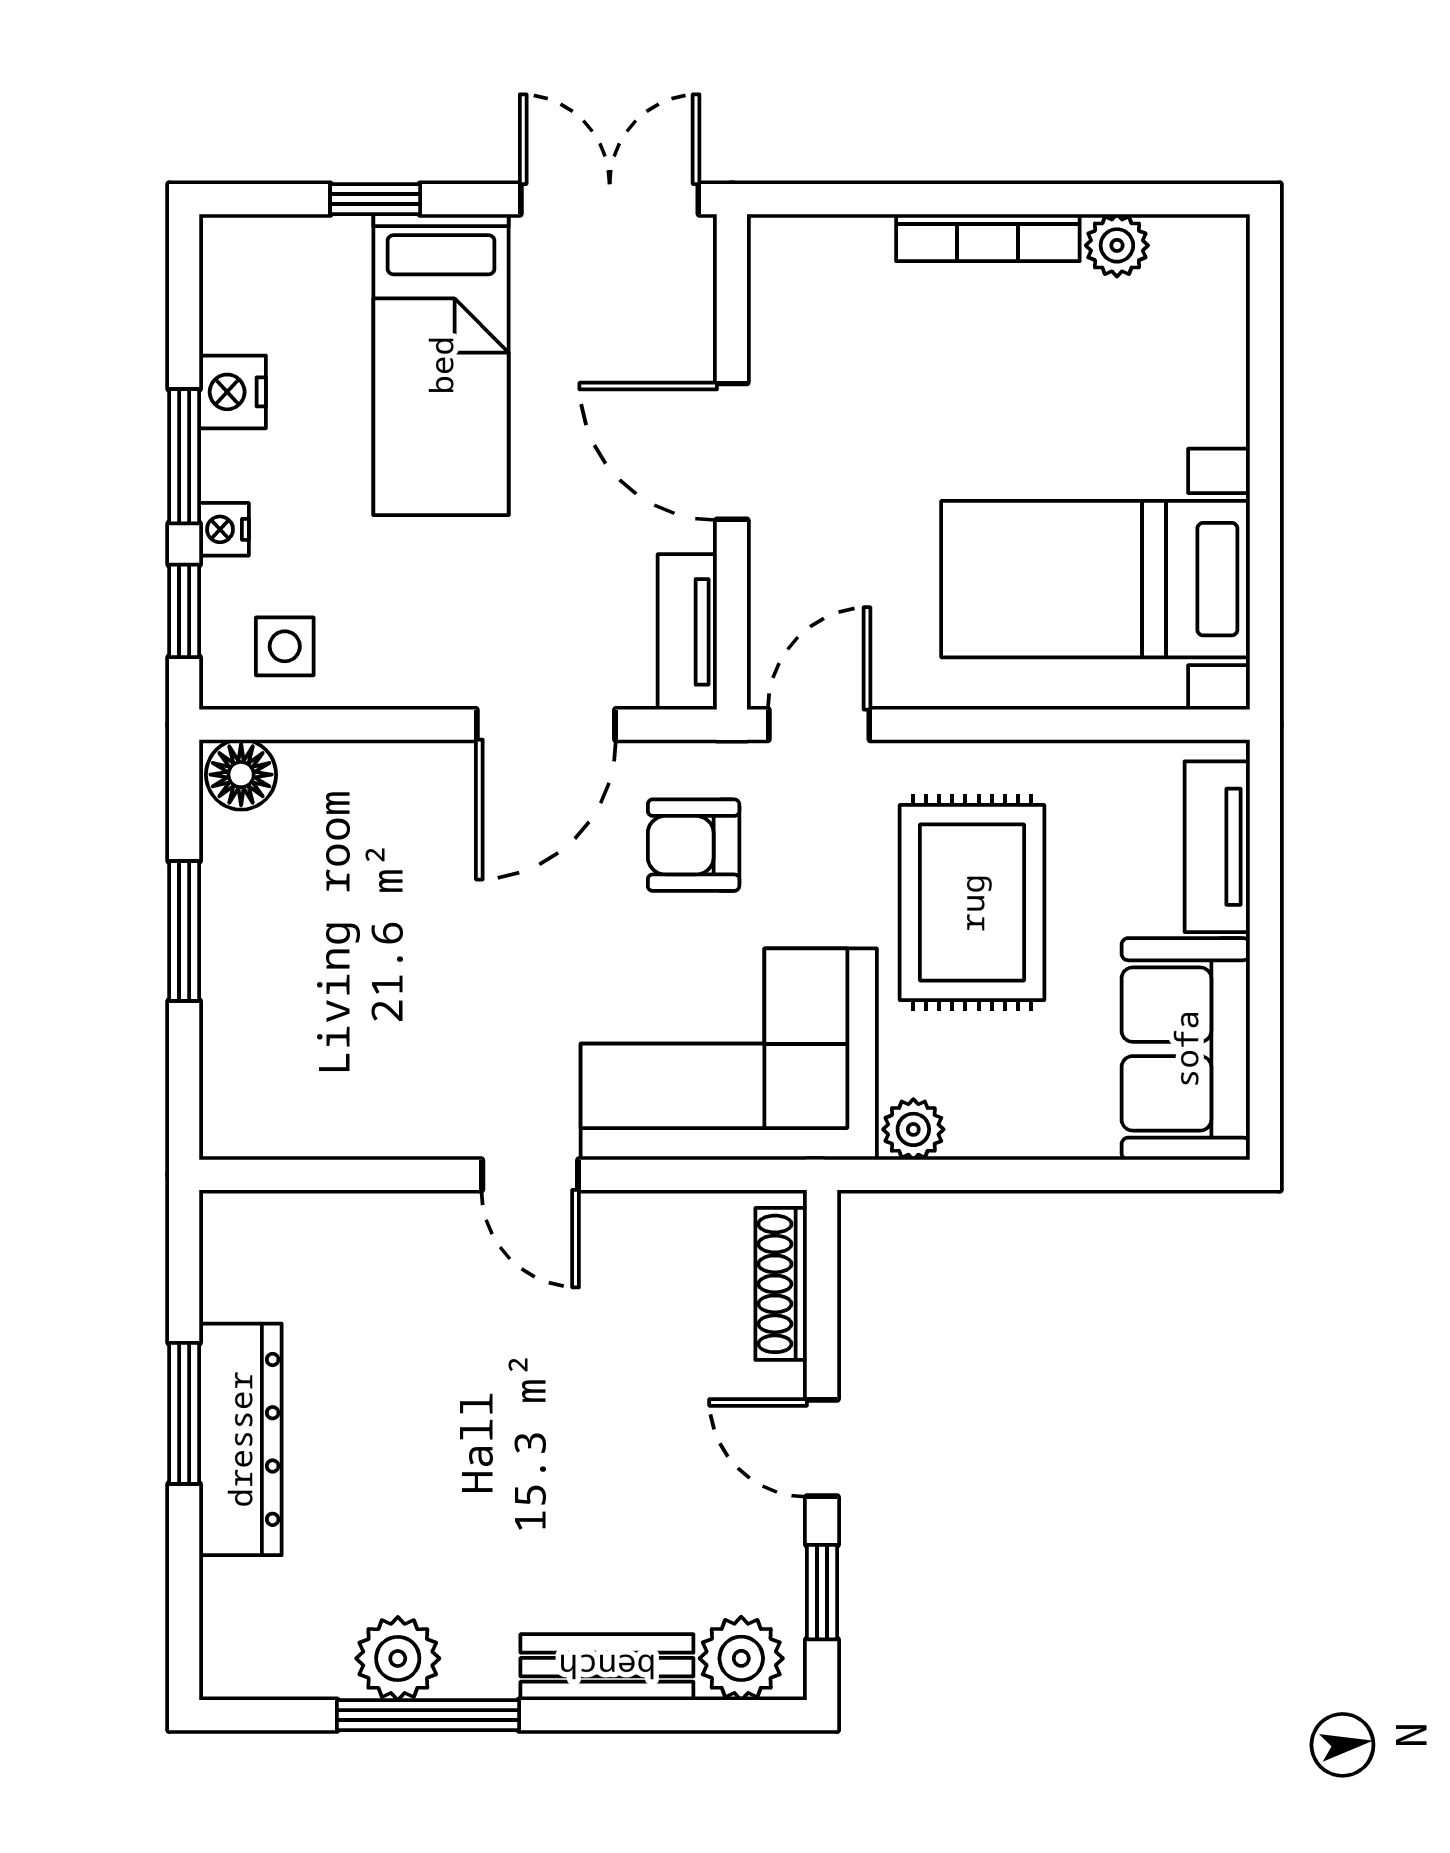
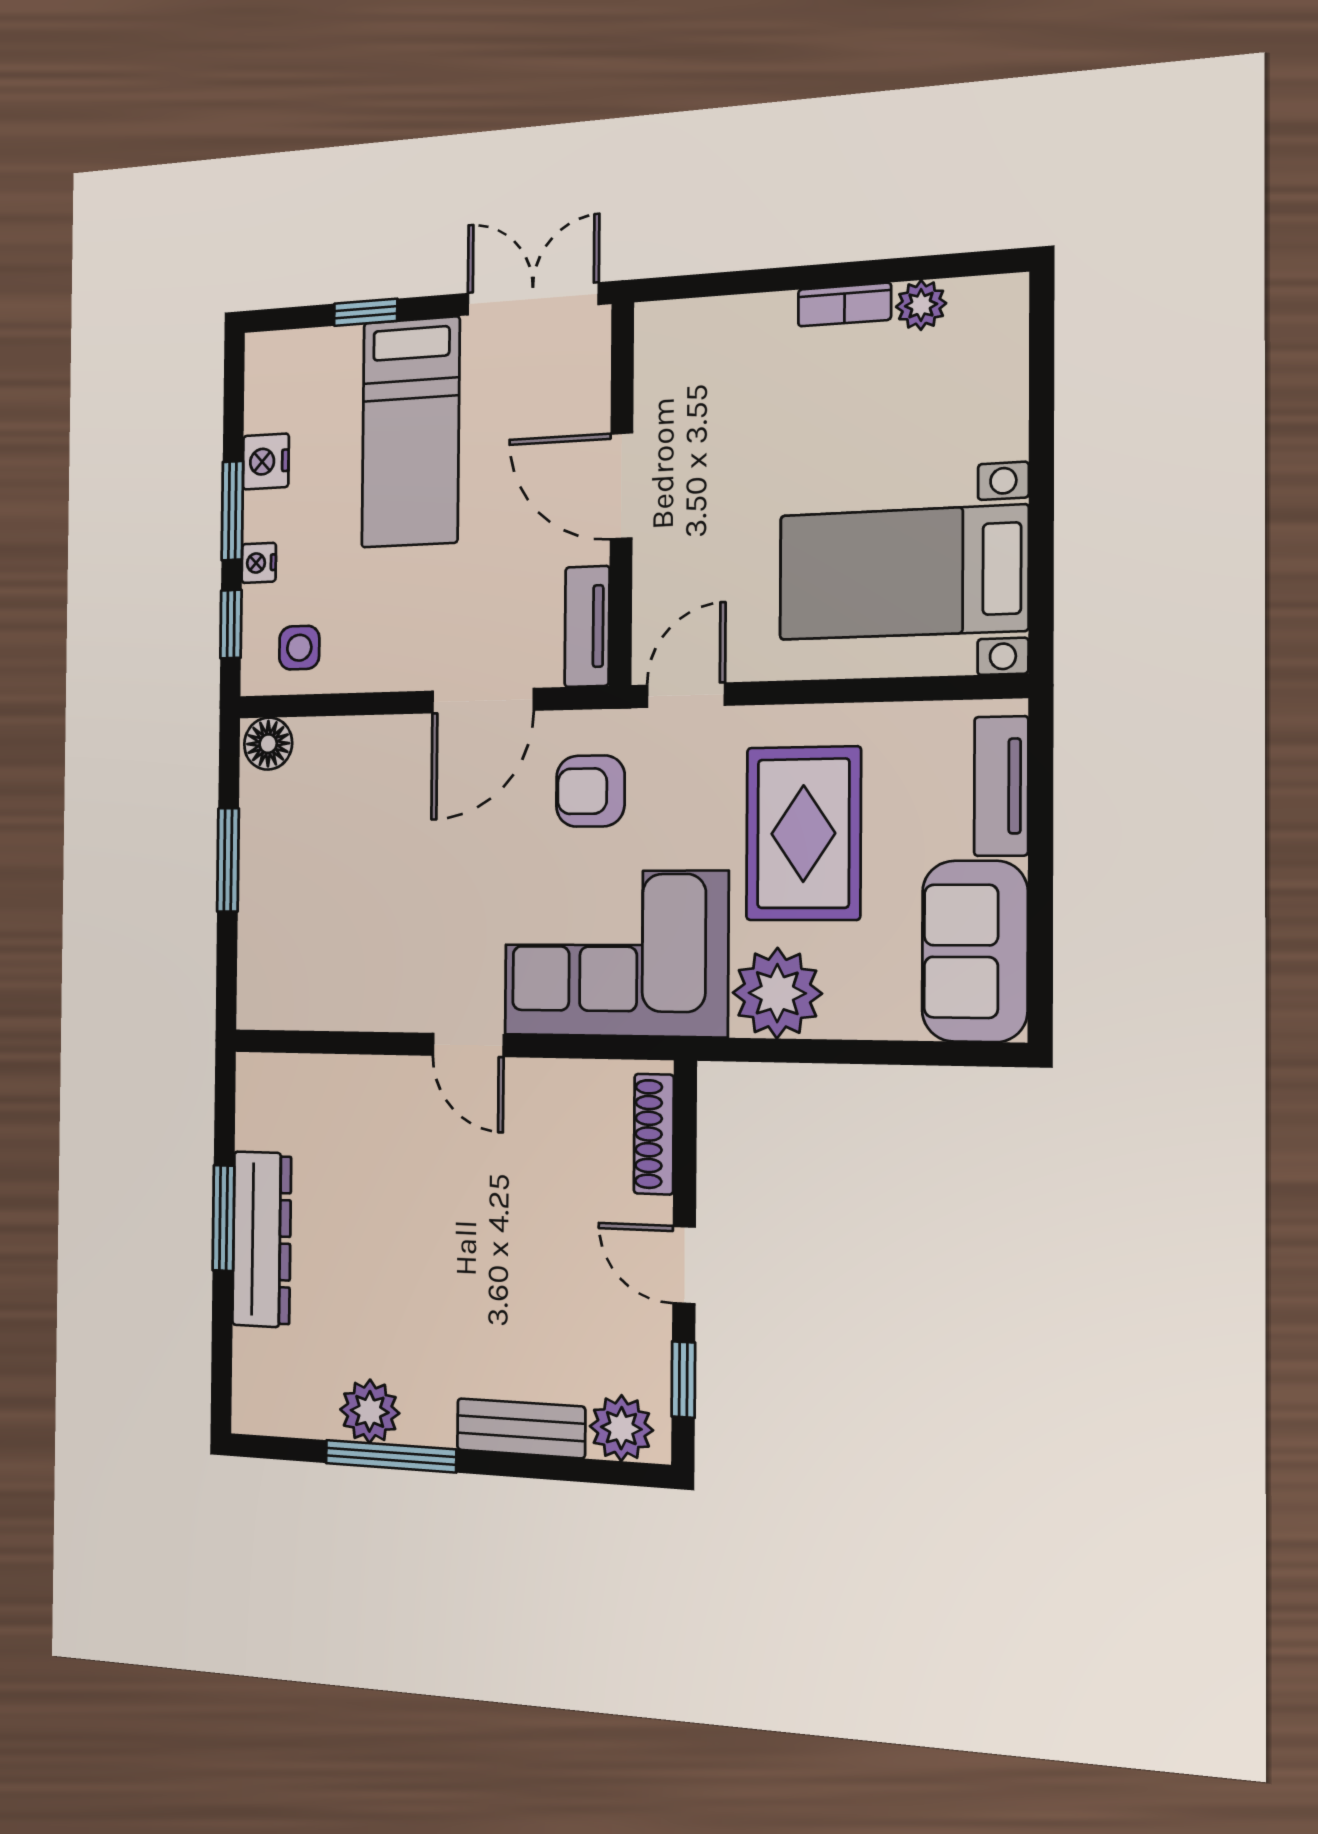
bookcase: (988, 238) -> (844, 305), width x0.64
plant: (913, 1129) -> (777, 993), width x1.87, depth x1.87

